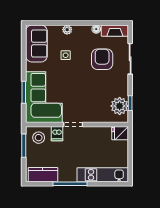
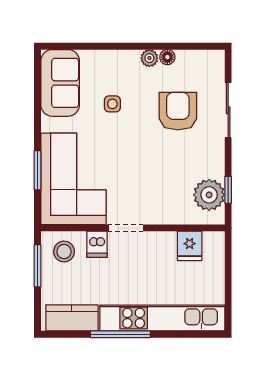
plant: (67, 30) -> (149, 58), moved
fireplace: (115, 31) -> (201, 60), removed
fridge: (120, 133) -> (190, 246), moved, turned -90
kitchen unit: (103, 175) -> (162, 318), width x1.36

